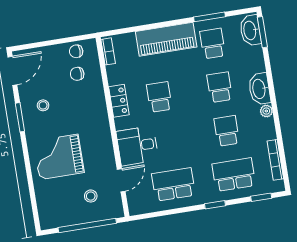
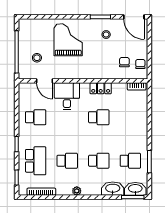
piano: (166, 39) -> (139, 129), removed
washbasin: (259, 89) -> (113, 189), moved
school desk: (173, 184) -> (36, 117), width x0.54

